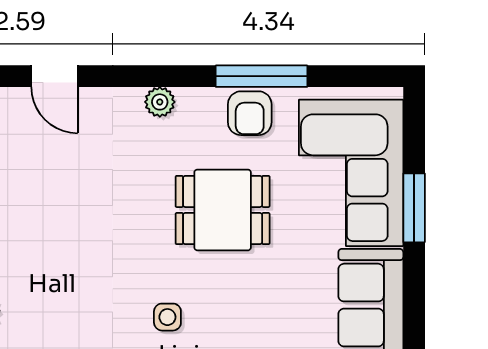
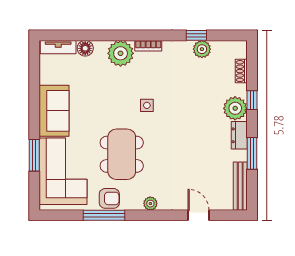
armchair: (250, 113) -> (109, 198), turned 90
dining table: (223, 210) -> (122, 154), width x1.38

